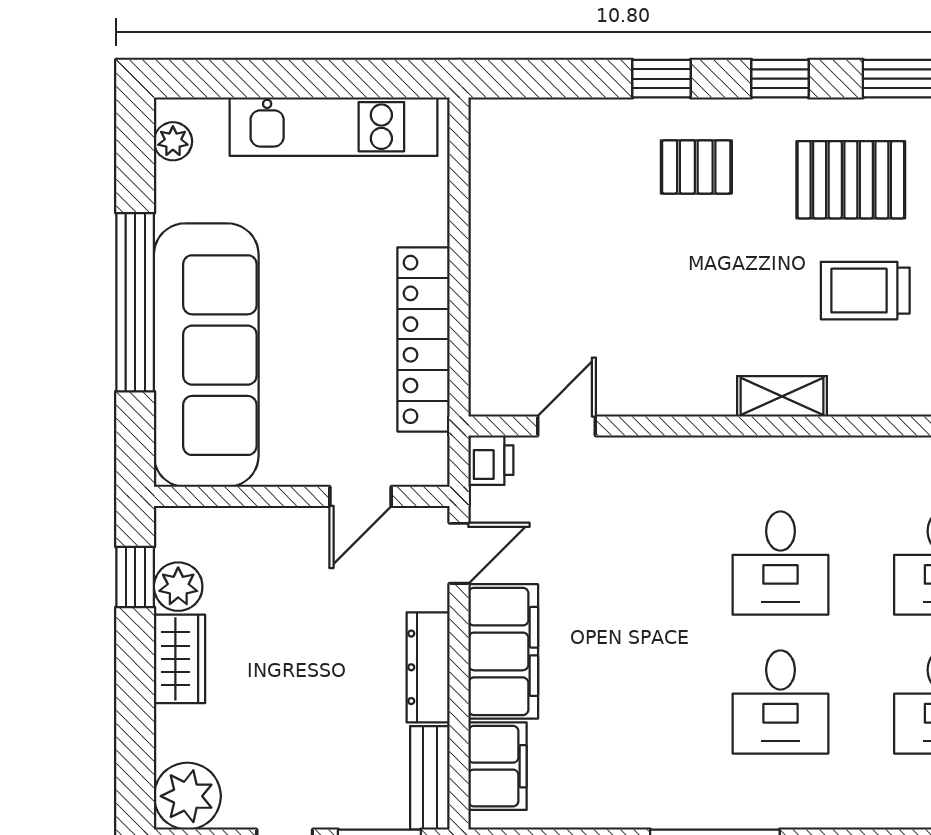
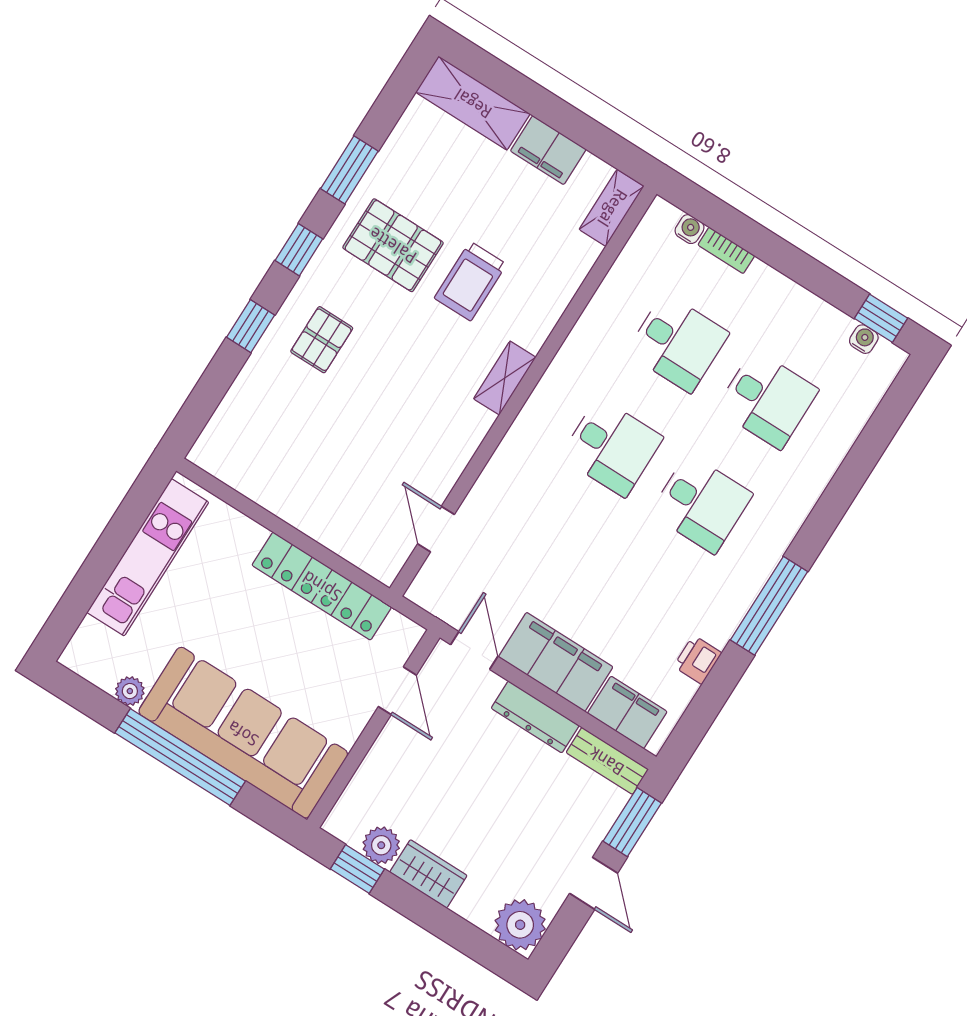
plant: (173, 141) -> (130, 691), moved
pallet: (851, 180) -> (393, 245), turned 90
printer: (491, 460) -> (698, 660), moved, turned -90

